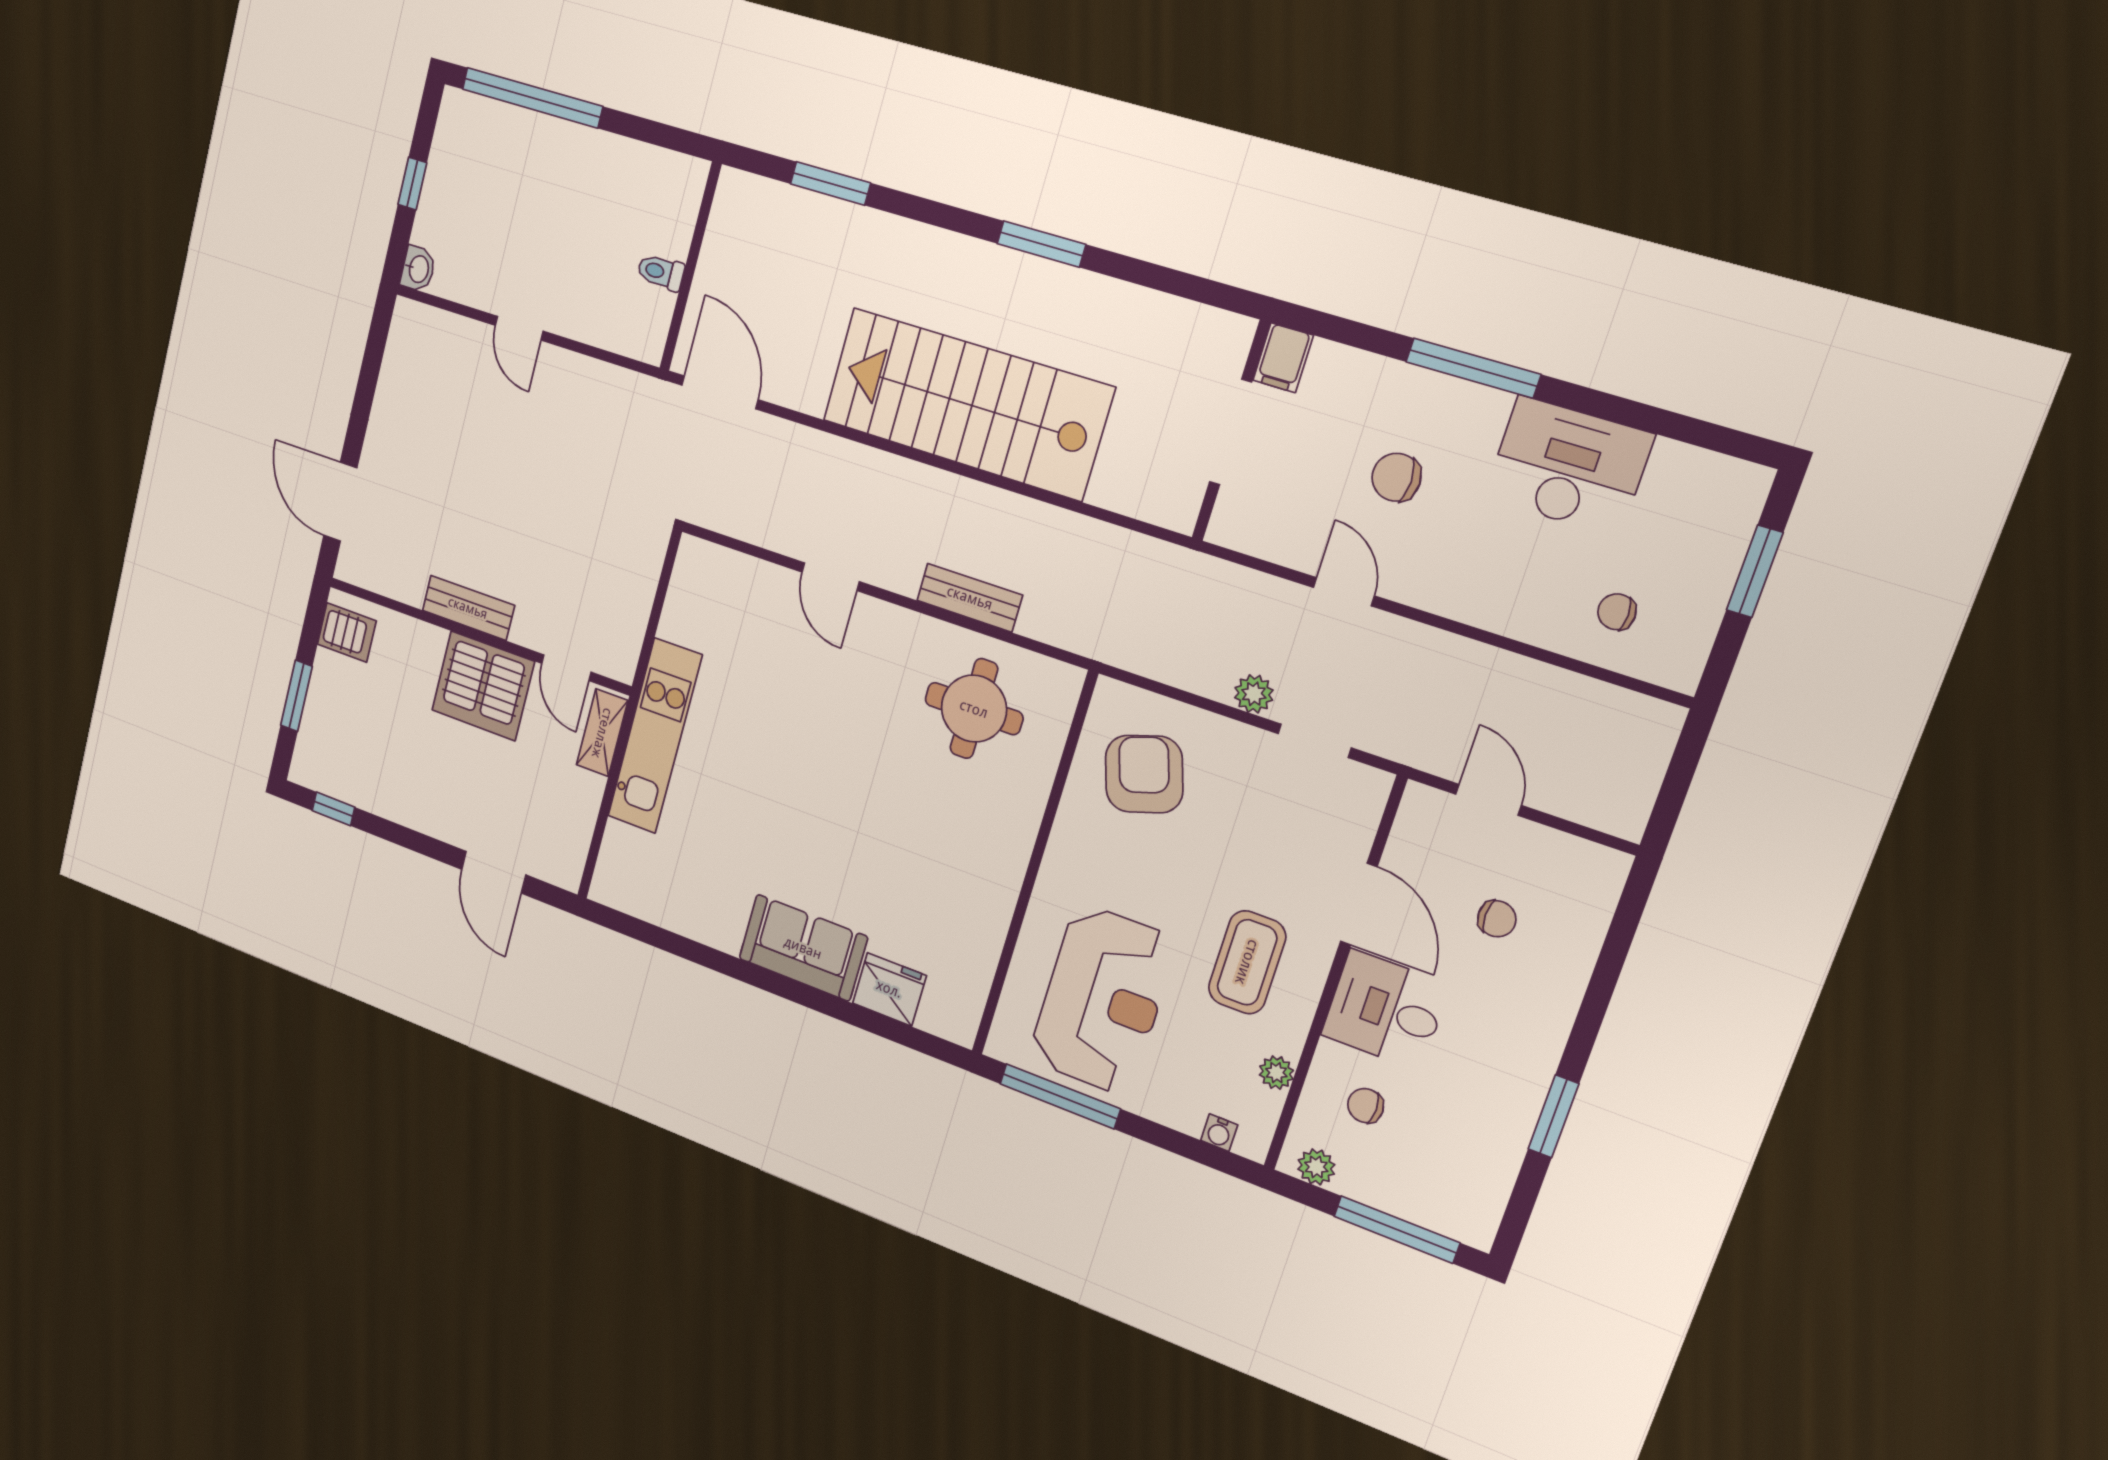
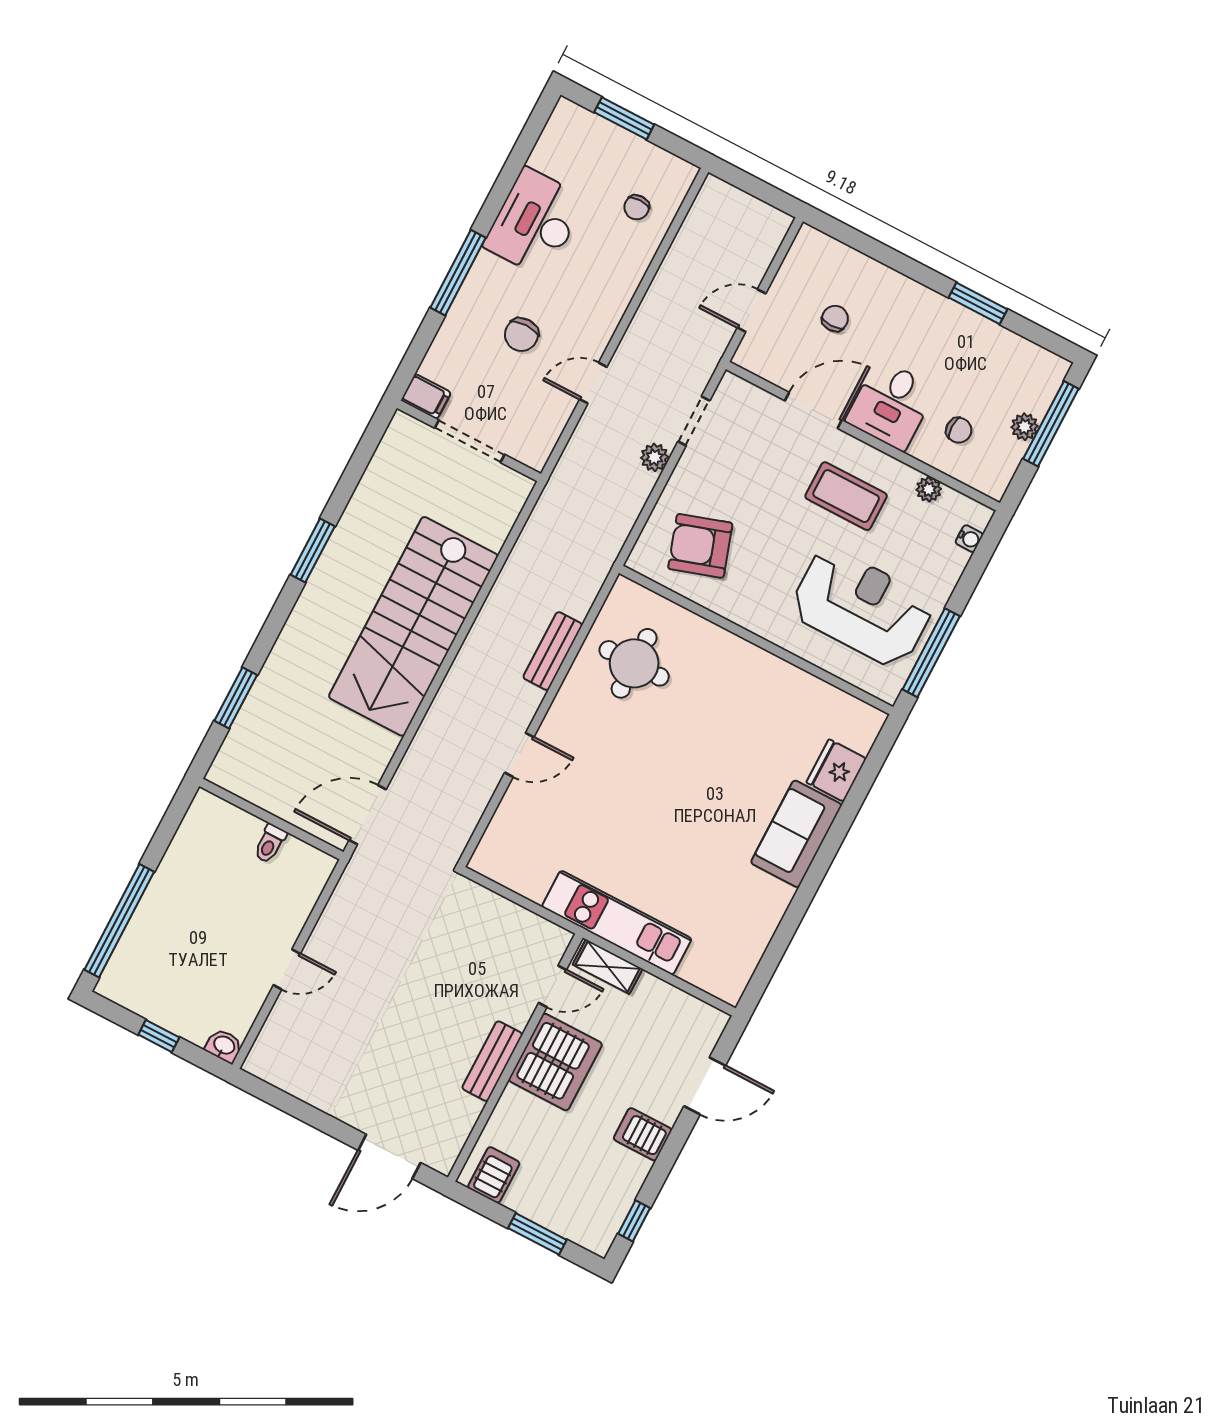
server rack: (427, 805) -> (643, 1134), added
chair: (1366, 1106) -> (959, 430), turned -90
plant: (1316, 1167) -> (1025, 427), moved

